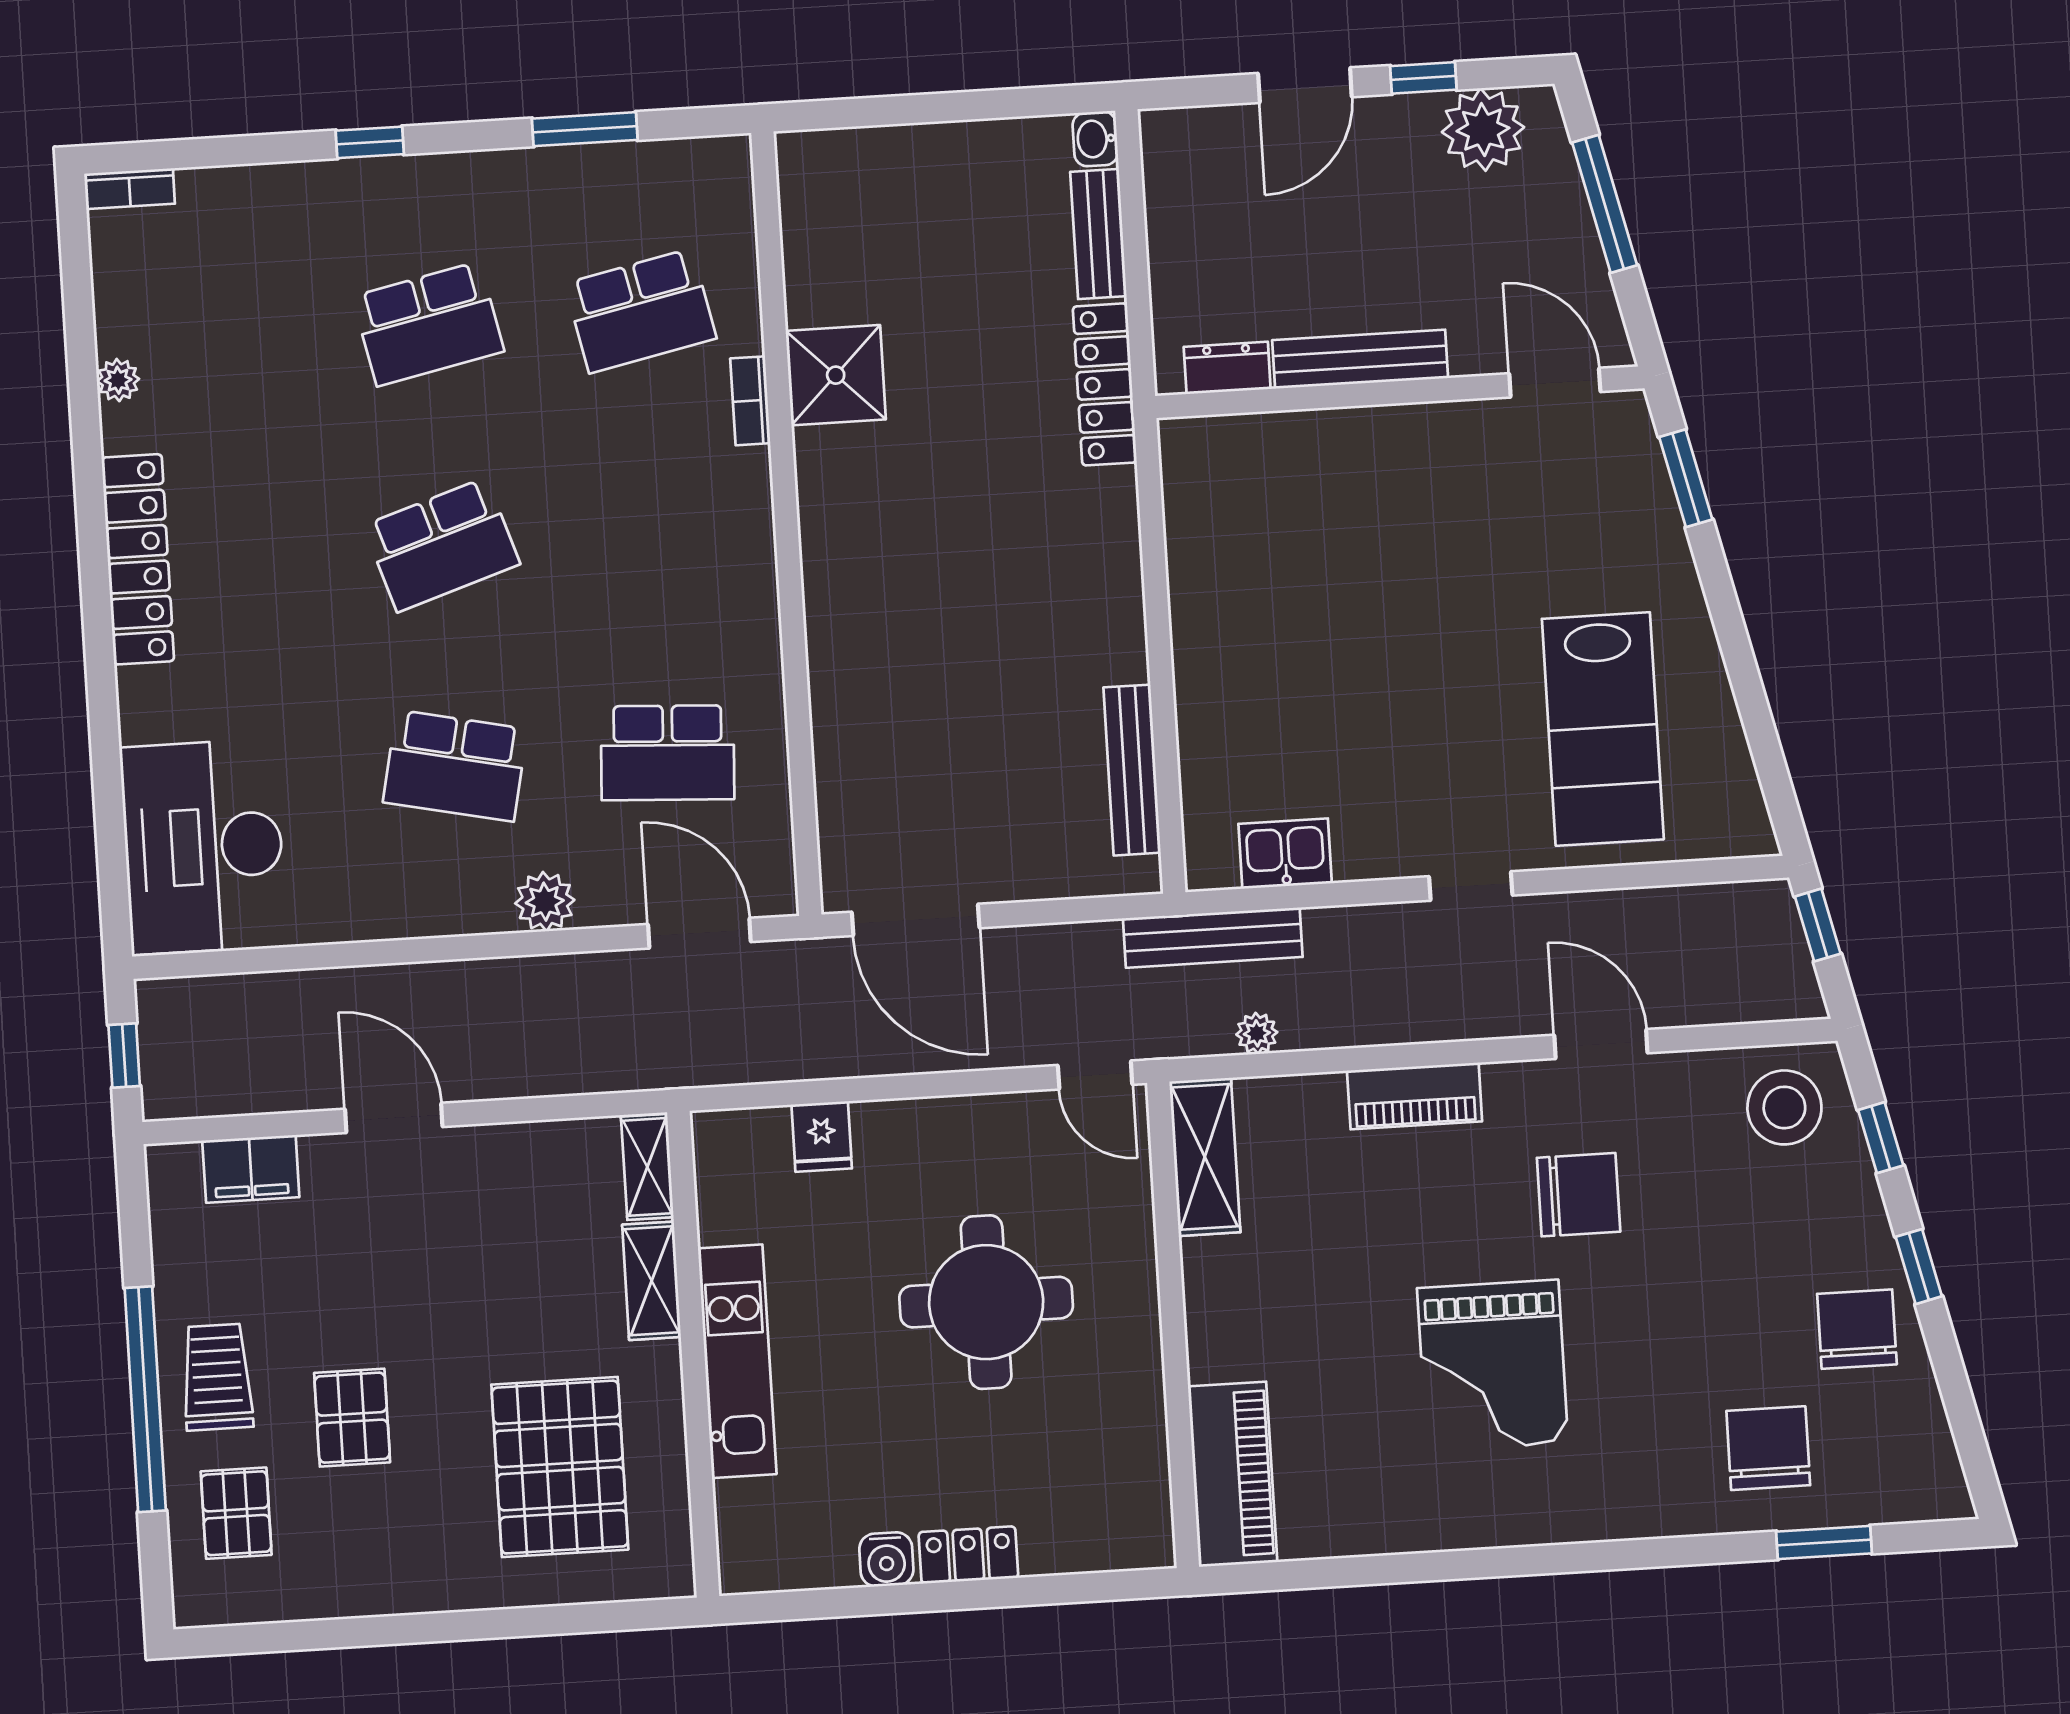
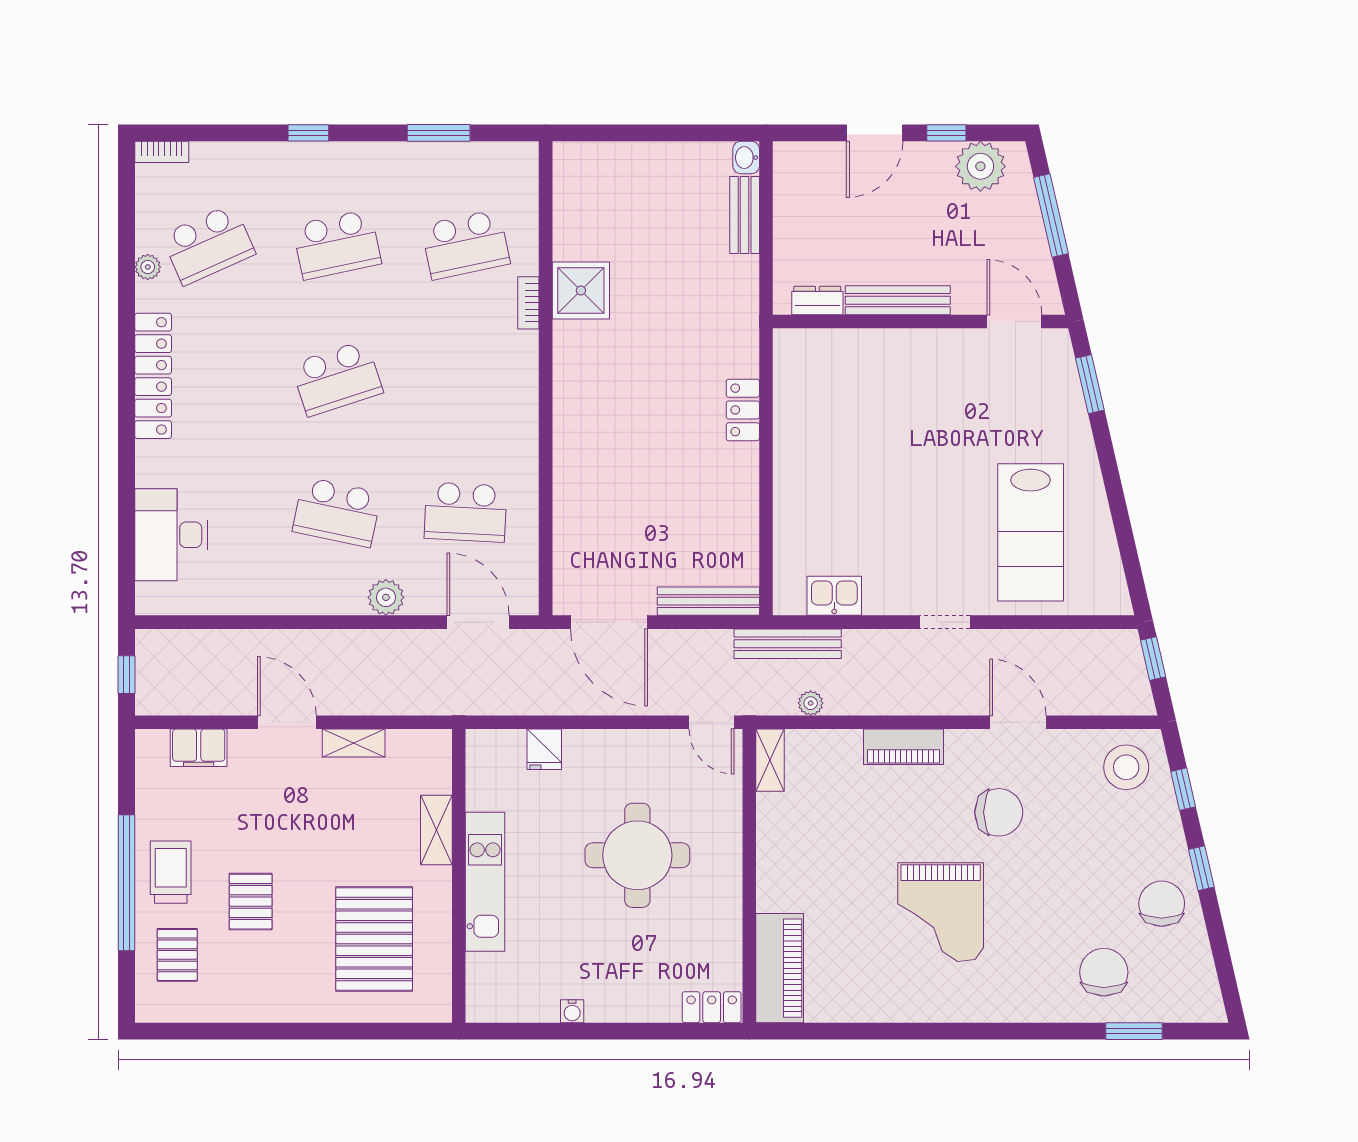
school desk: (216, 337) -> (208, 245), added
locker: (1105, 384) -> (743, 410), moved, width x0.66
bench: (1132, 770) -> (708, 601), moved, turned 90
desk: (203, 847) -> (171, 535), width x0.73, depth x0.77
shelving: (1205, 1157) -> (770, 760), width x0.67, depth x0.75
shelving: (647, 1167) -> (354, 743), moved, turned 90
locker: (968, 1555) -> (712, 1007), moved
water cooler: (886, 1559) -> (572, 1011), width x0.72, depth x0.72

